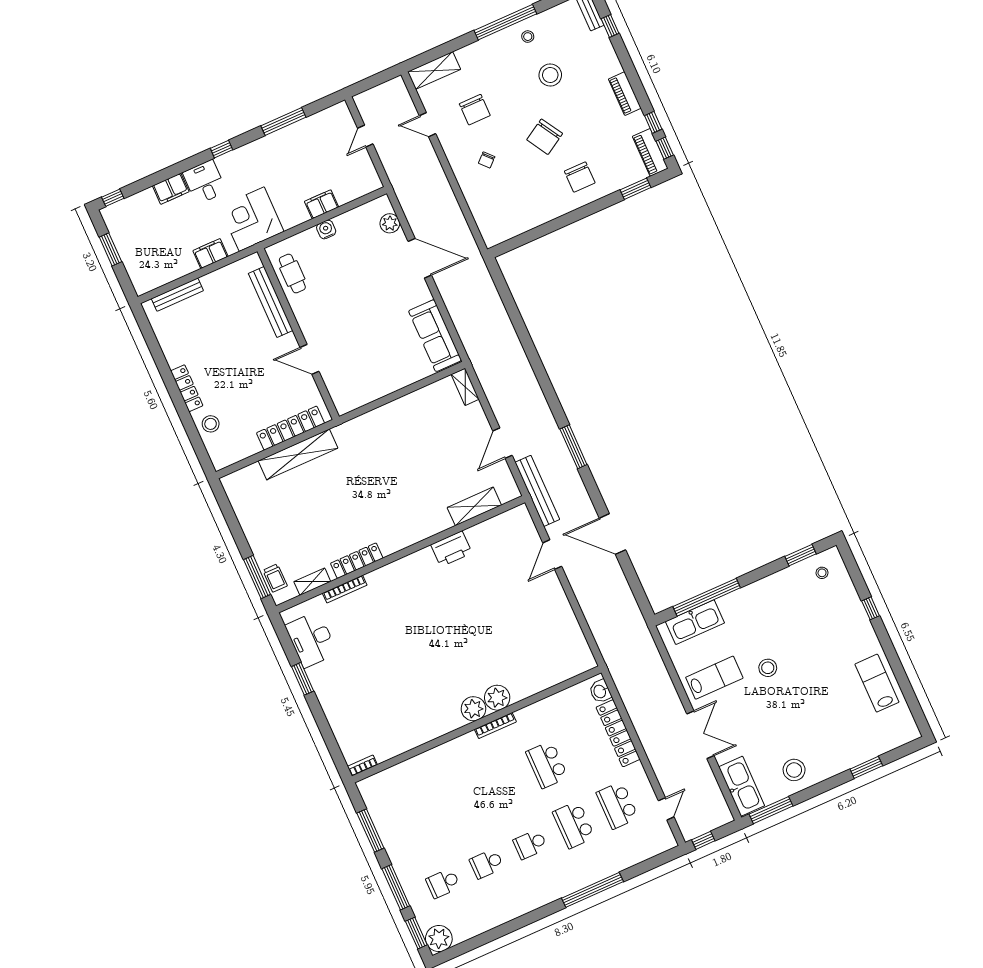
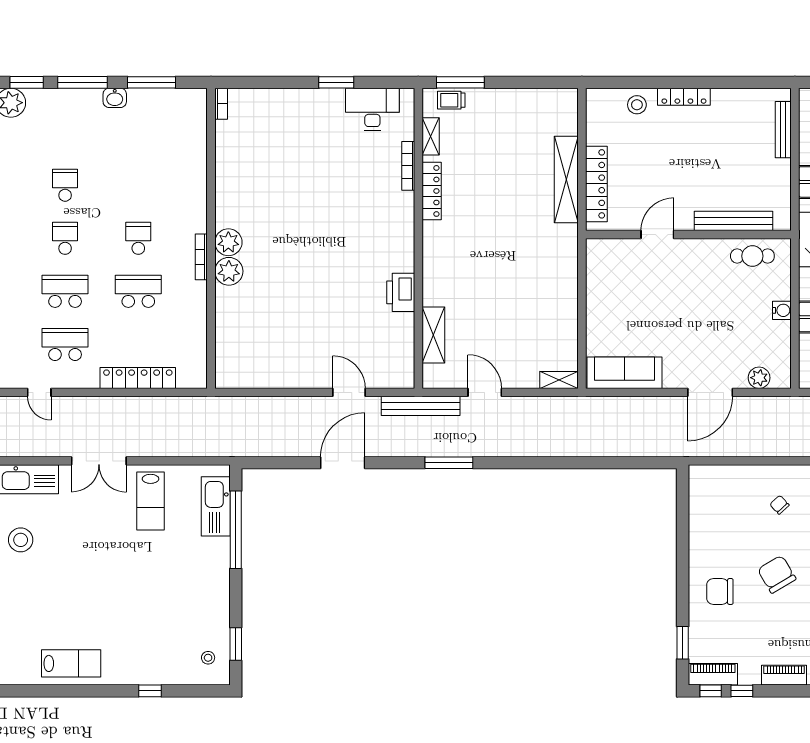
stool: (768, 668) -> (136, 560), removed
washbasin: (600, 691) -> (115, 98), moved, turned 180
school desk: (443, 883) -> (138, 238), moved

